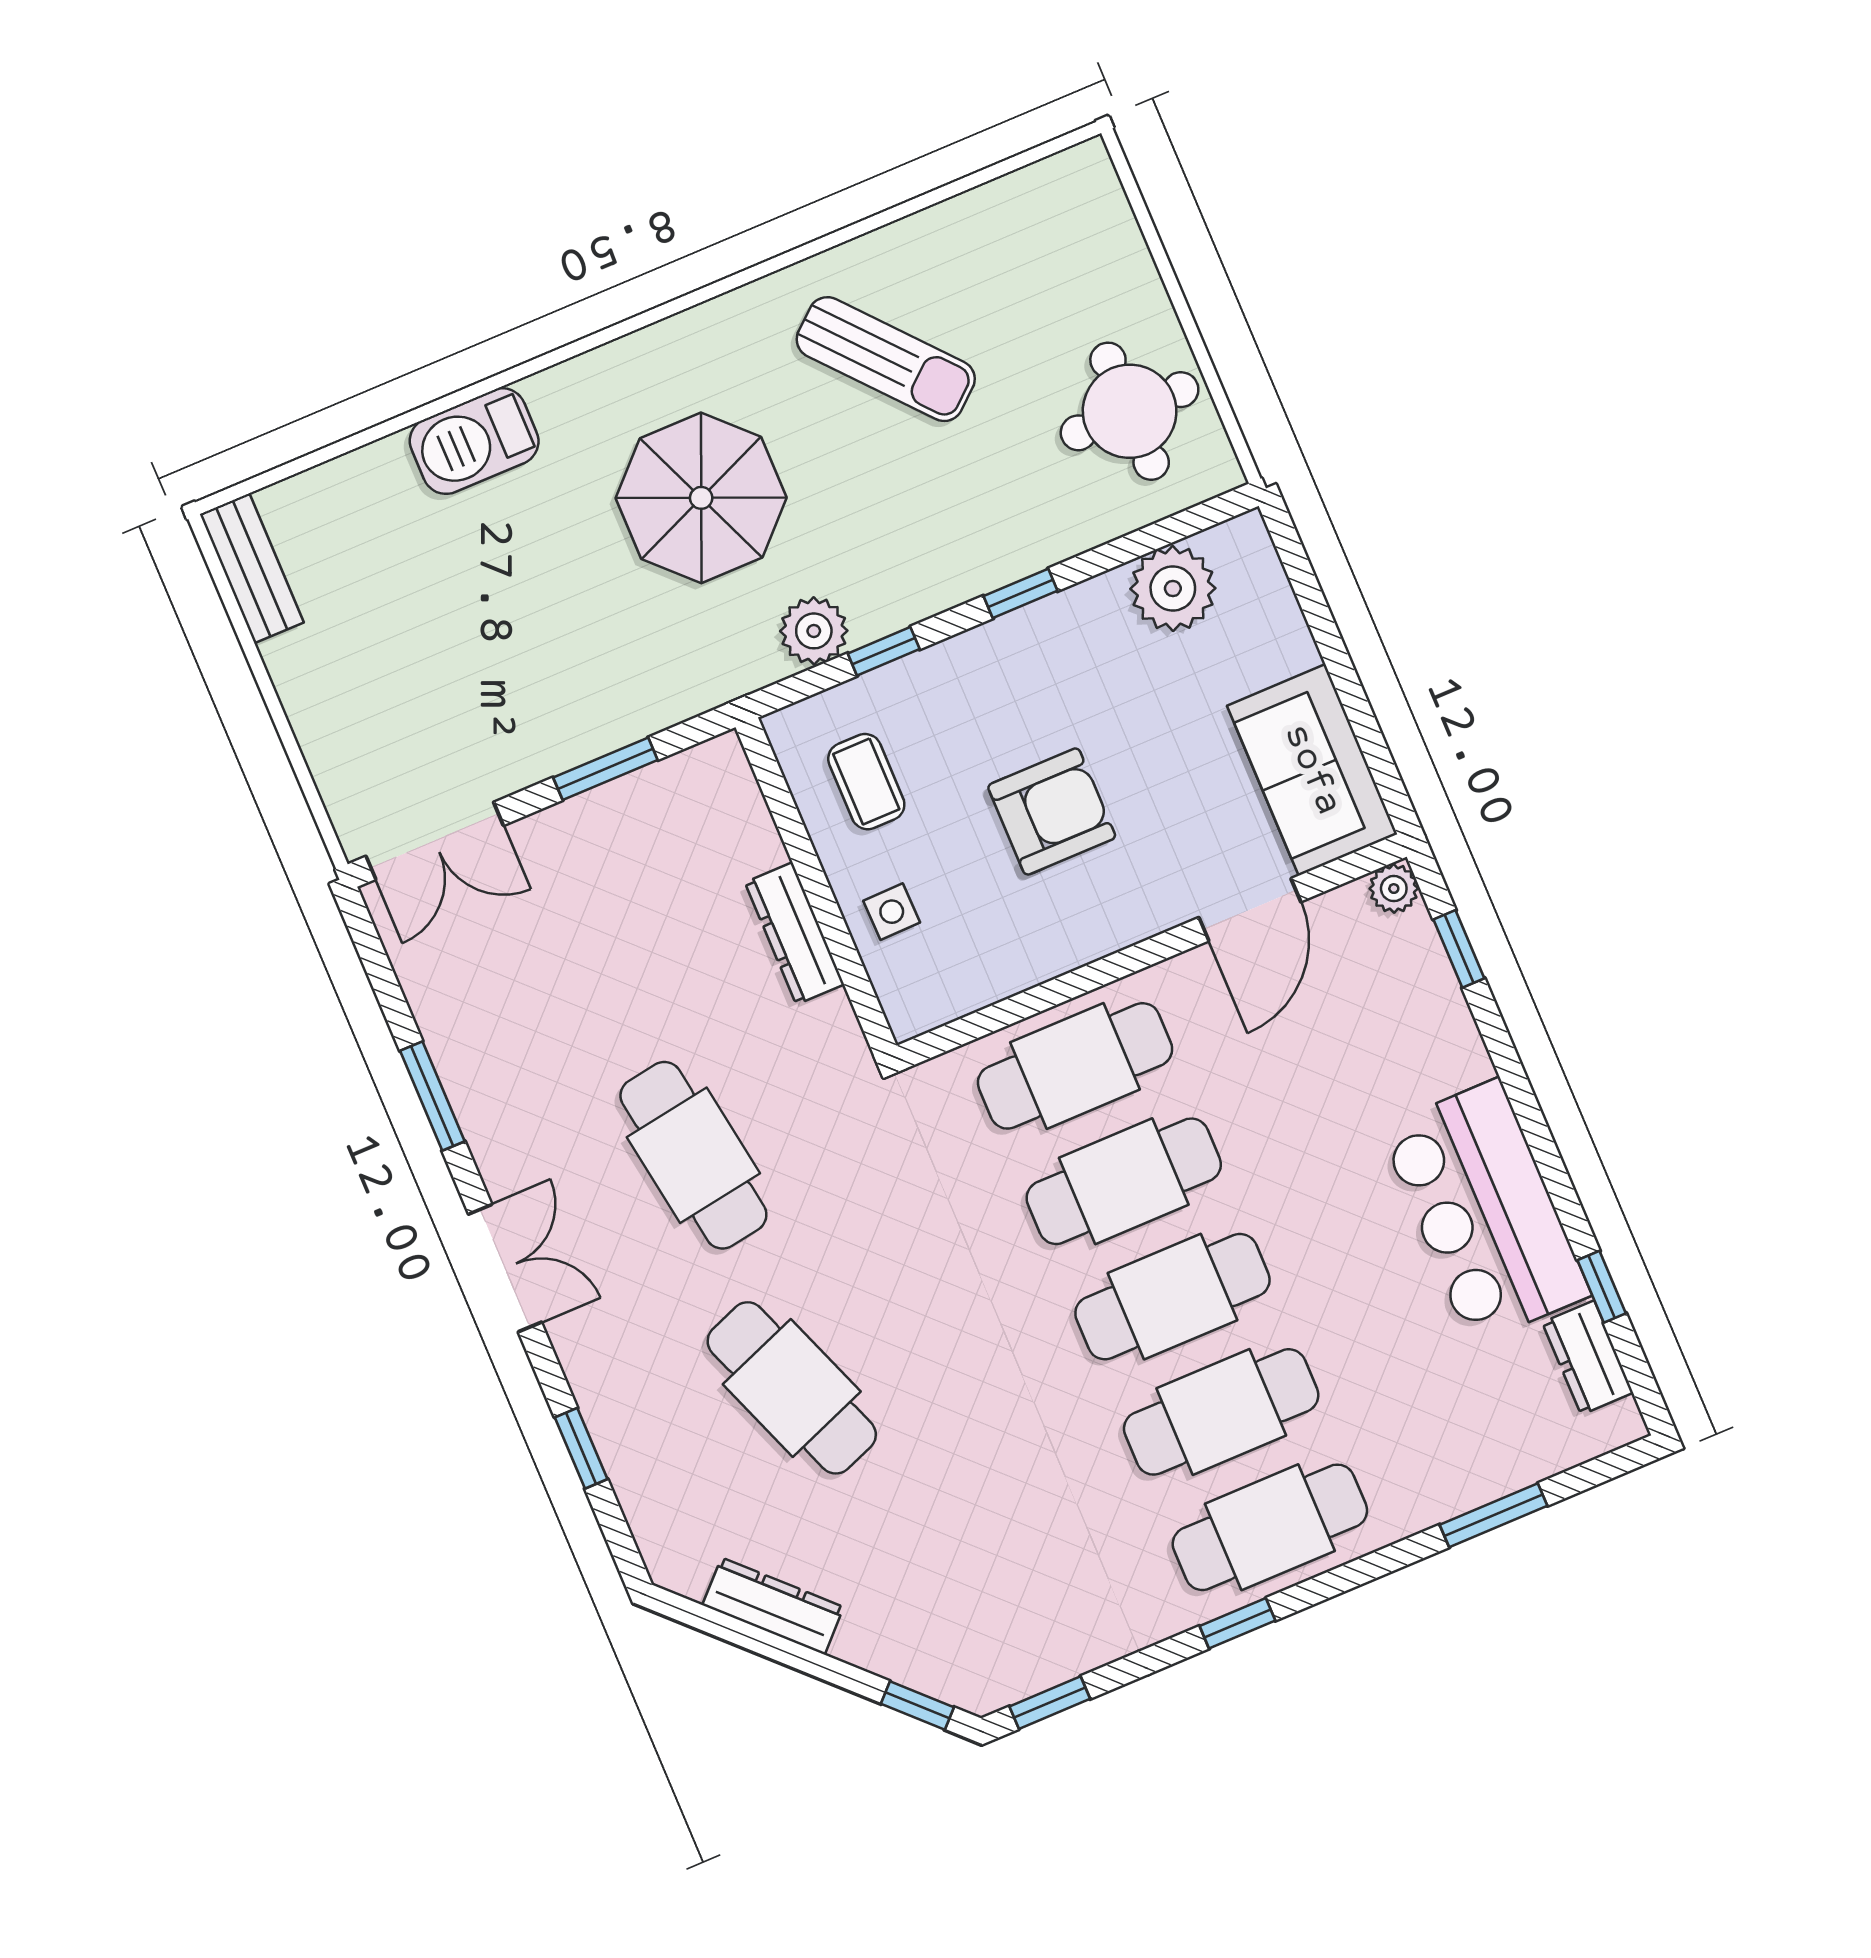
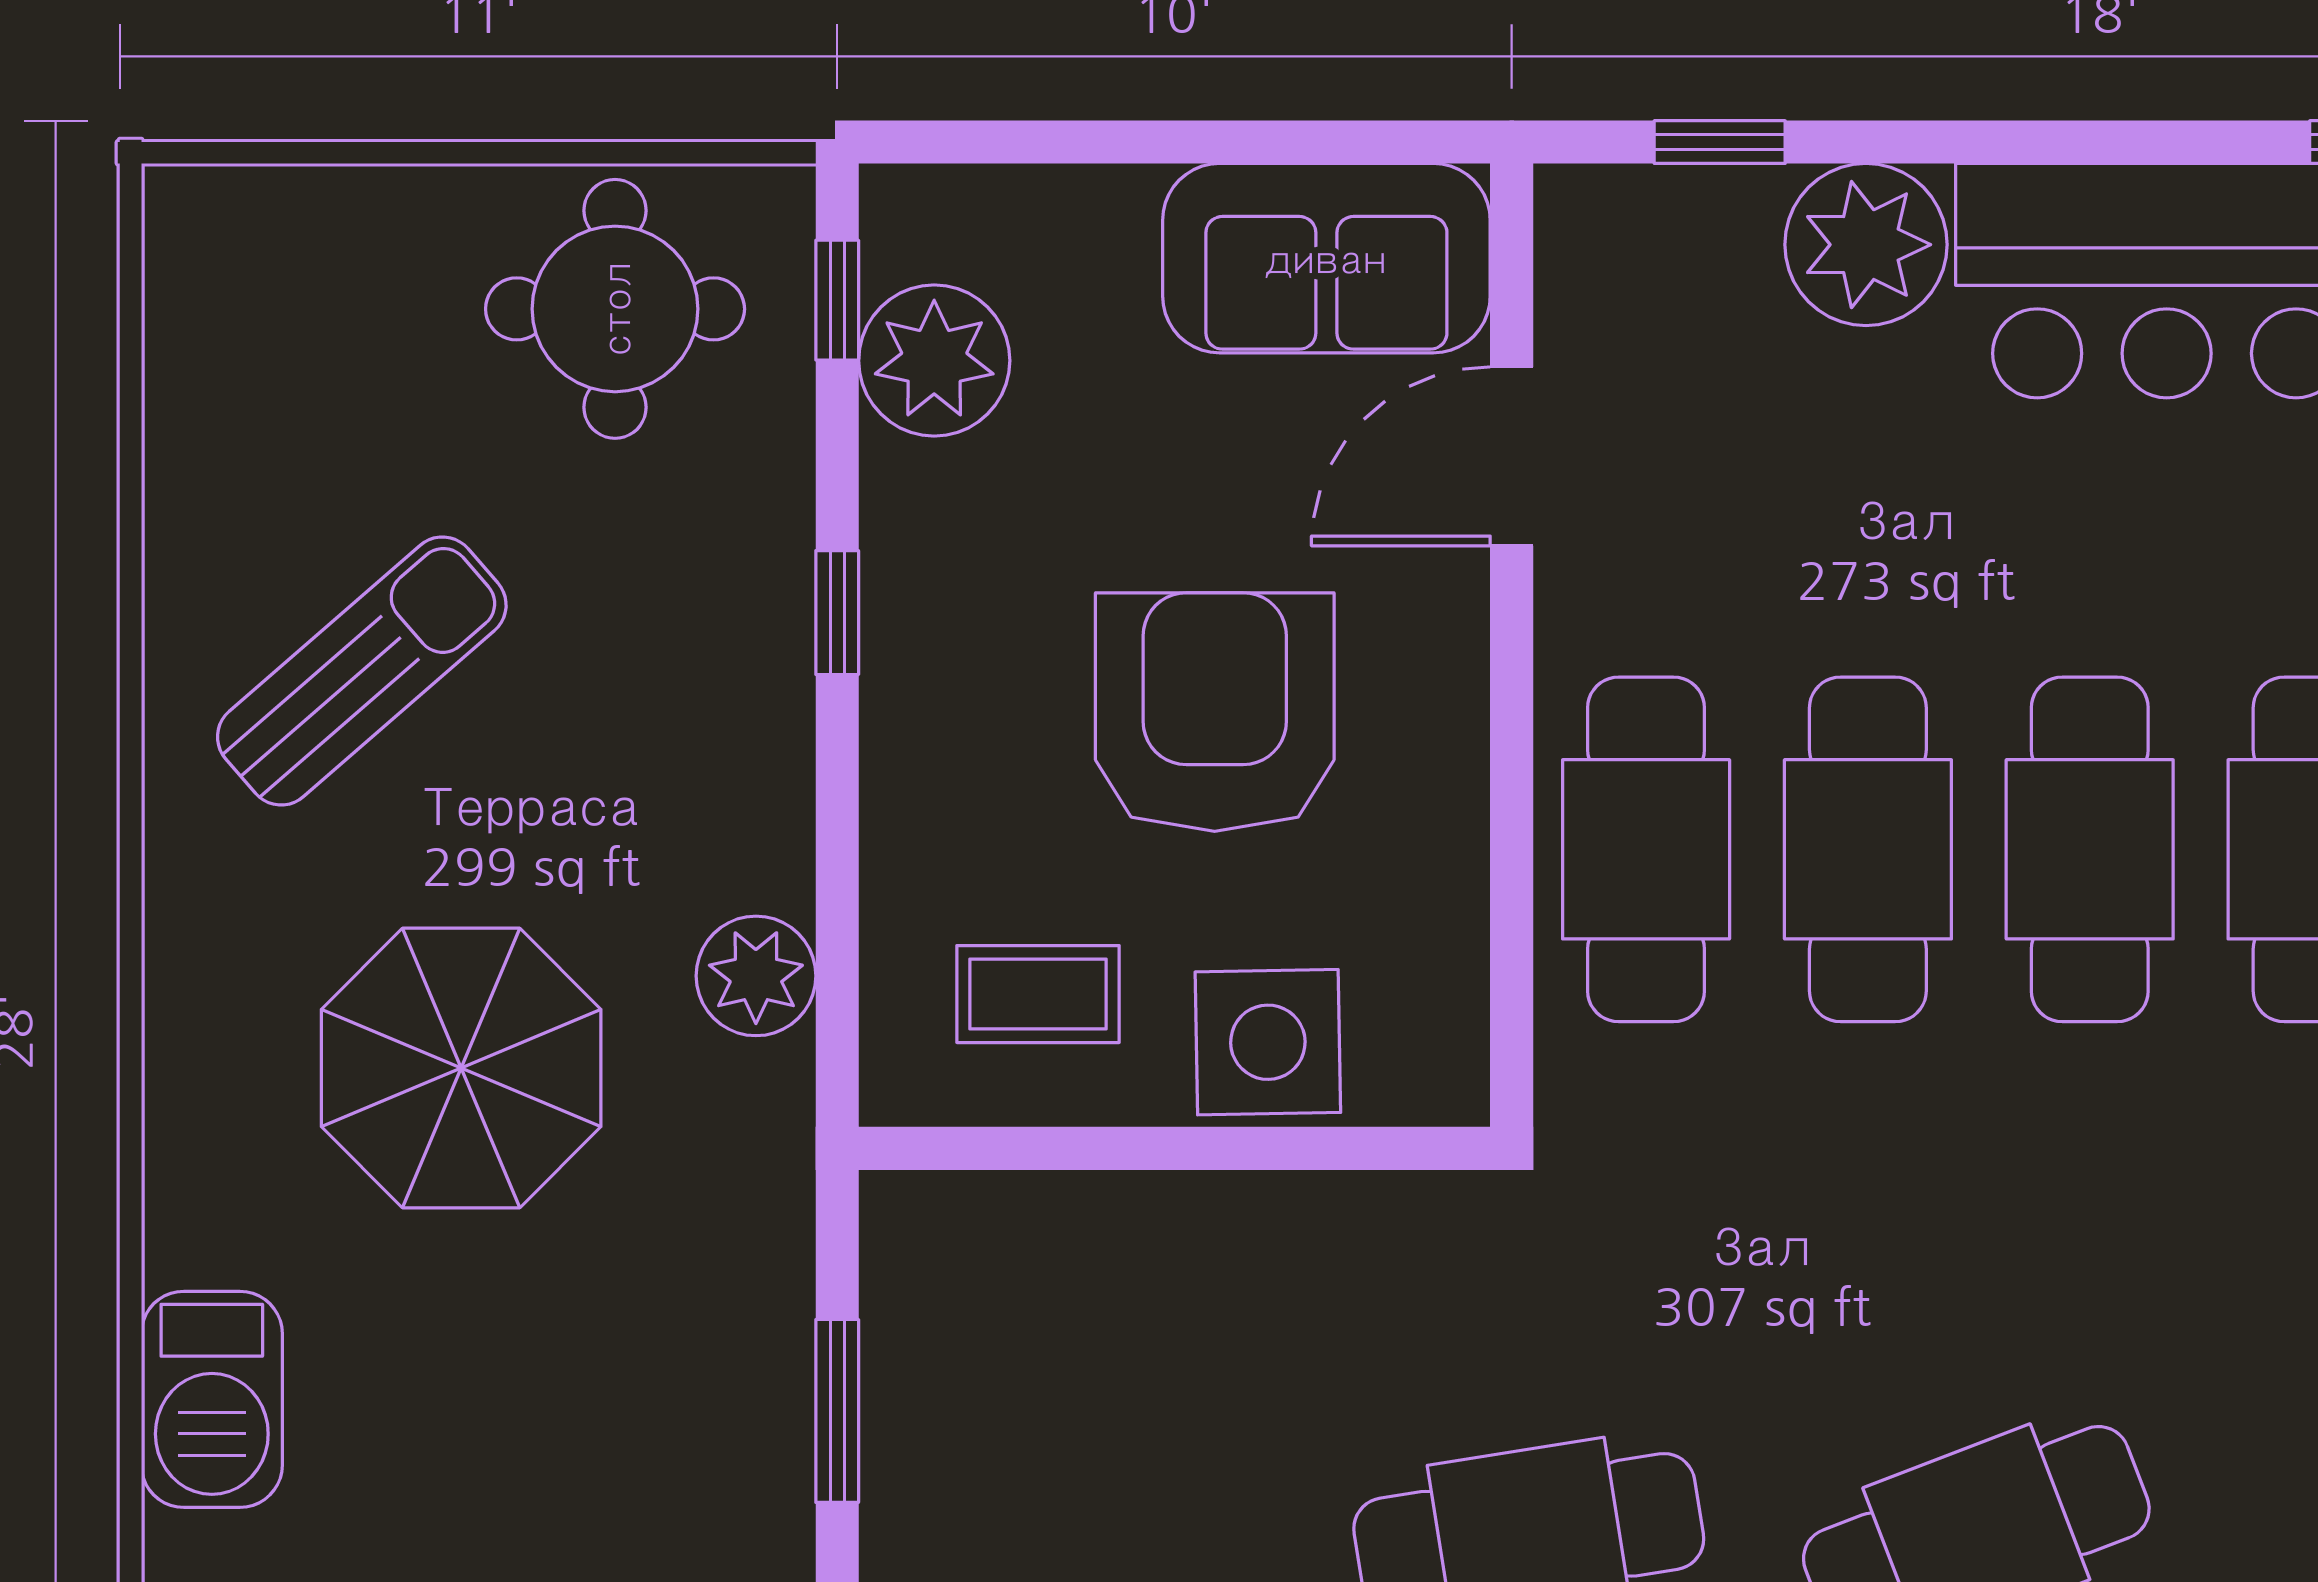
window: (884, 651) -> (837, 300), moved
armchair: (1052, 812) -> (1215, 712), width x1.36, depth x1.36
plant: (1394, 889) -> (1866, 245), moved, width x1.87, depth x1.87
door: (1250, 910) -> (1512, 456), swing flipped
side table: (892, 912) -> (1268, 1042), width x1.87, depth x1.87
dresser: (794, 933) -> (1236, 1216), removed

